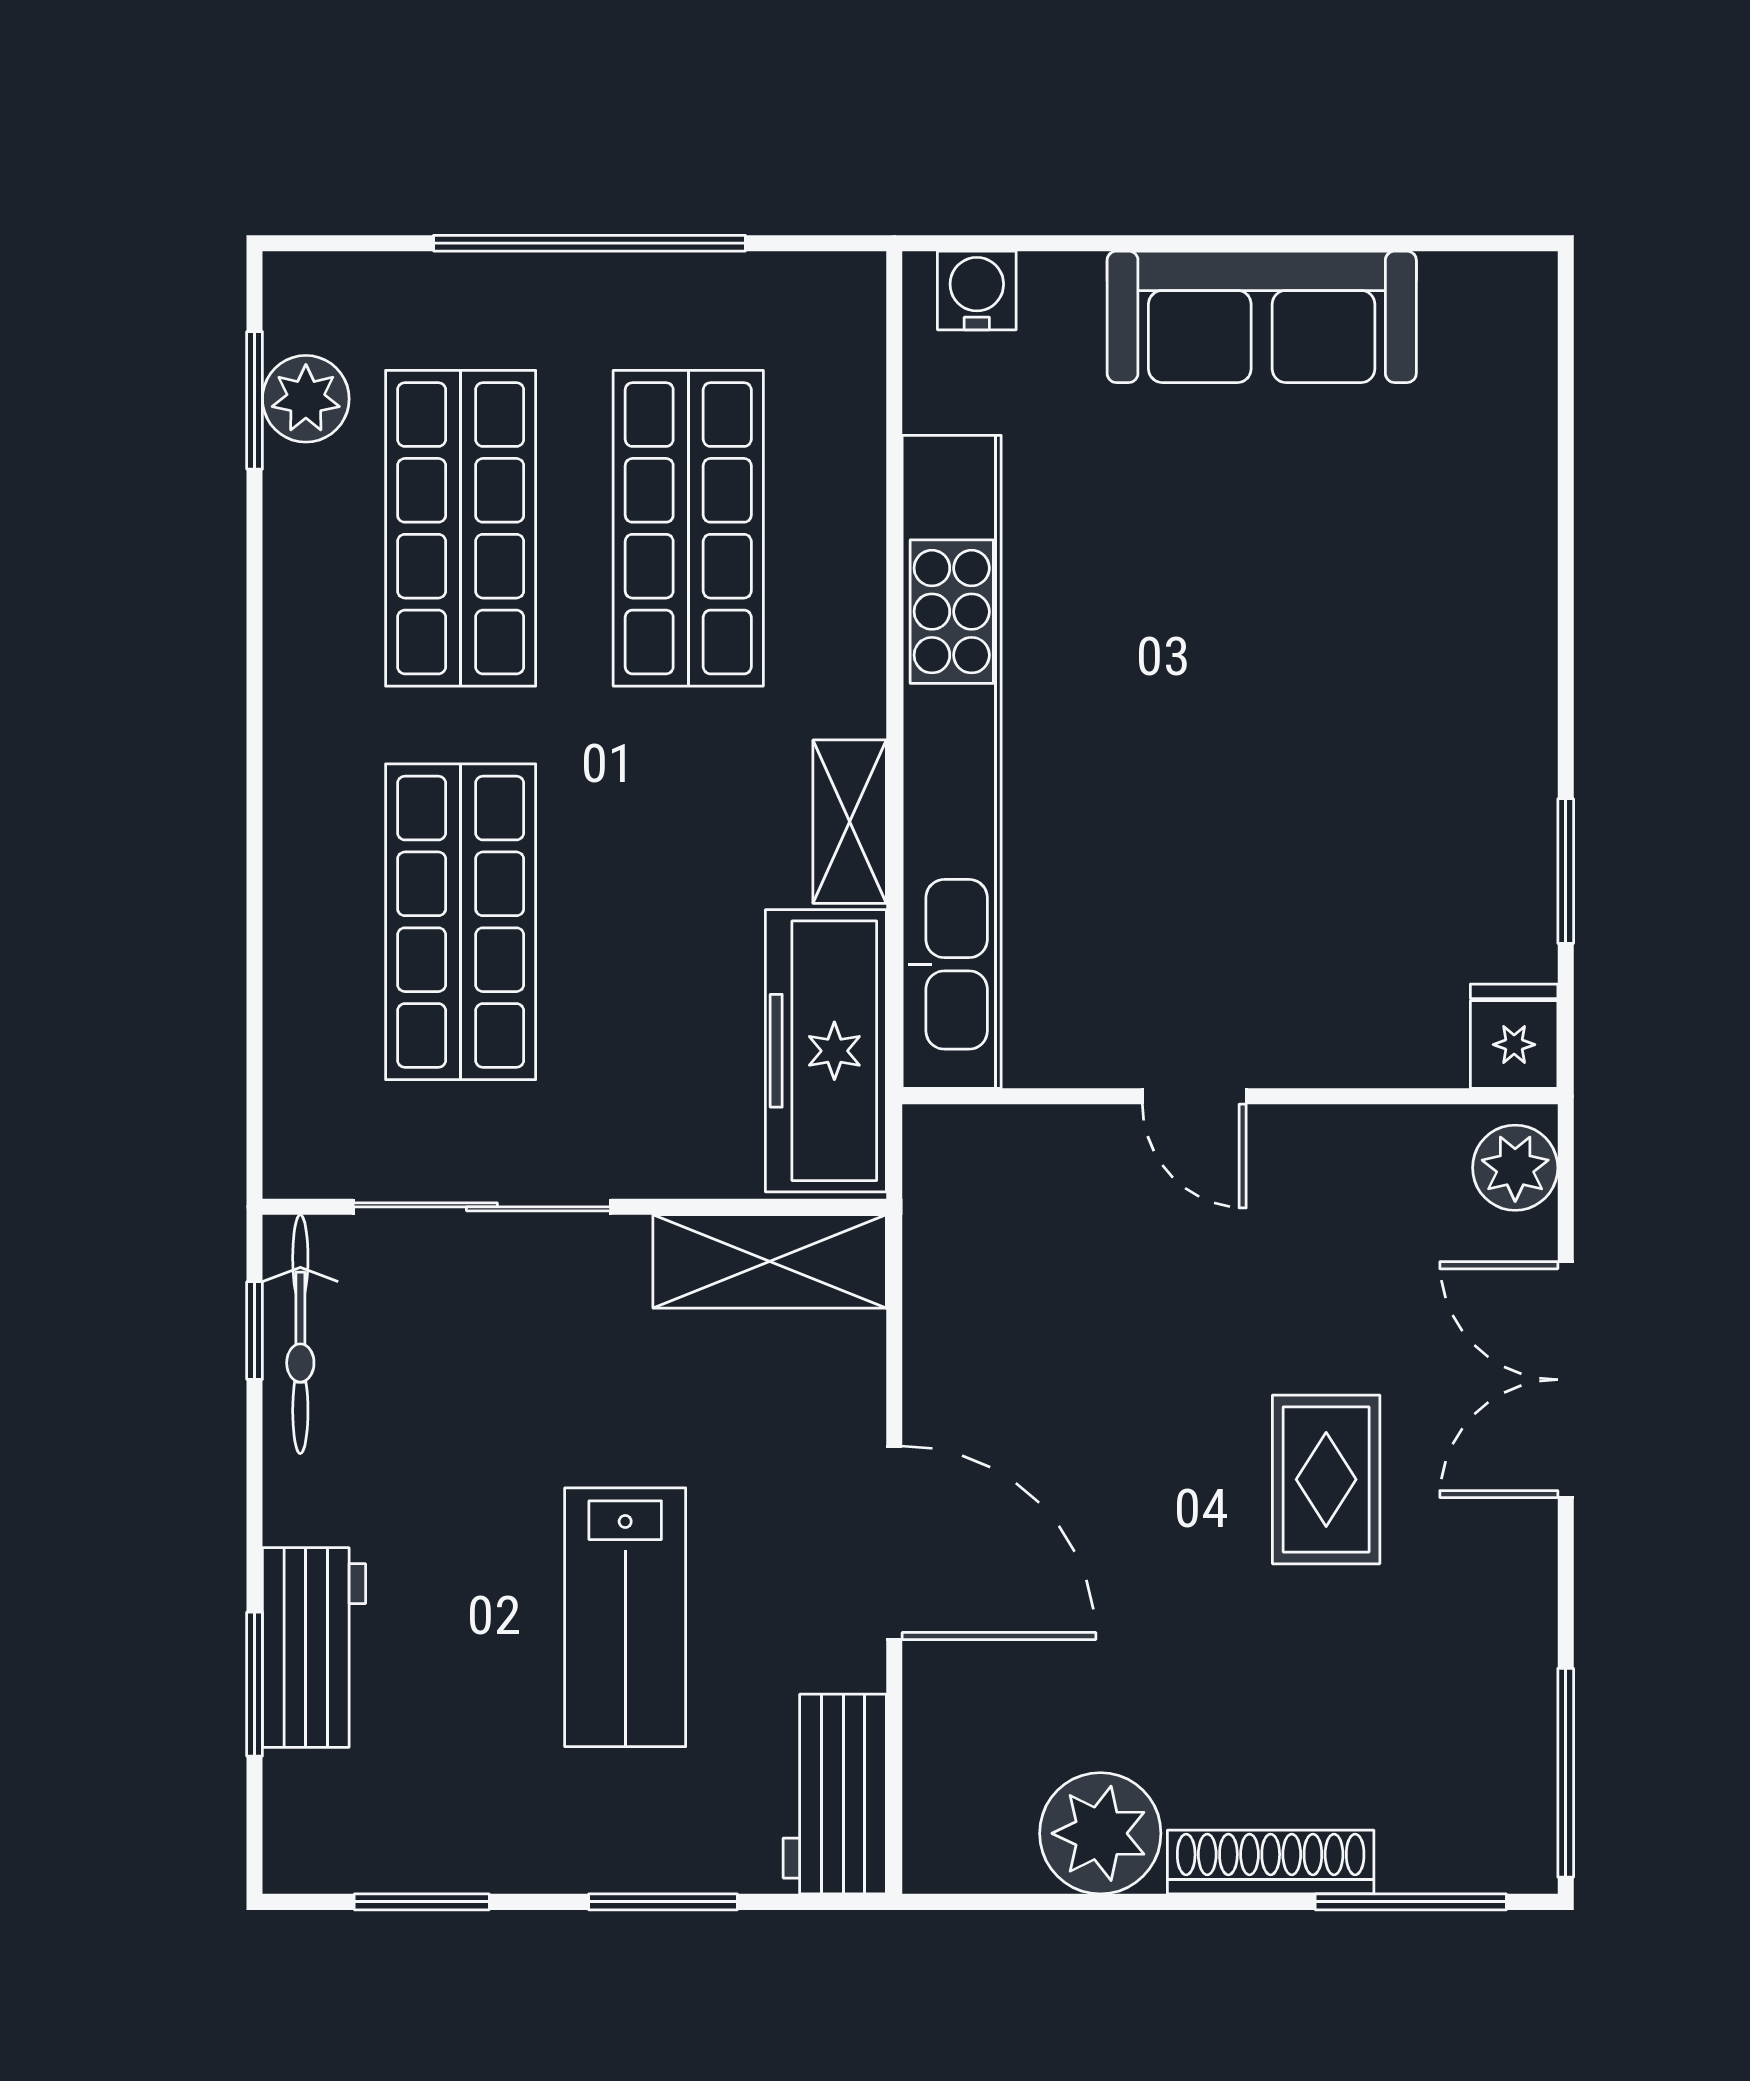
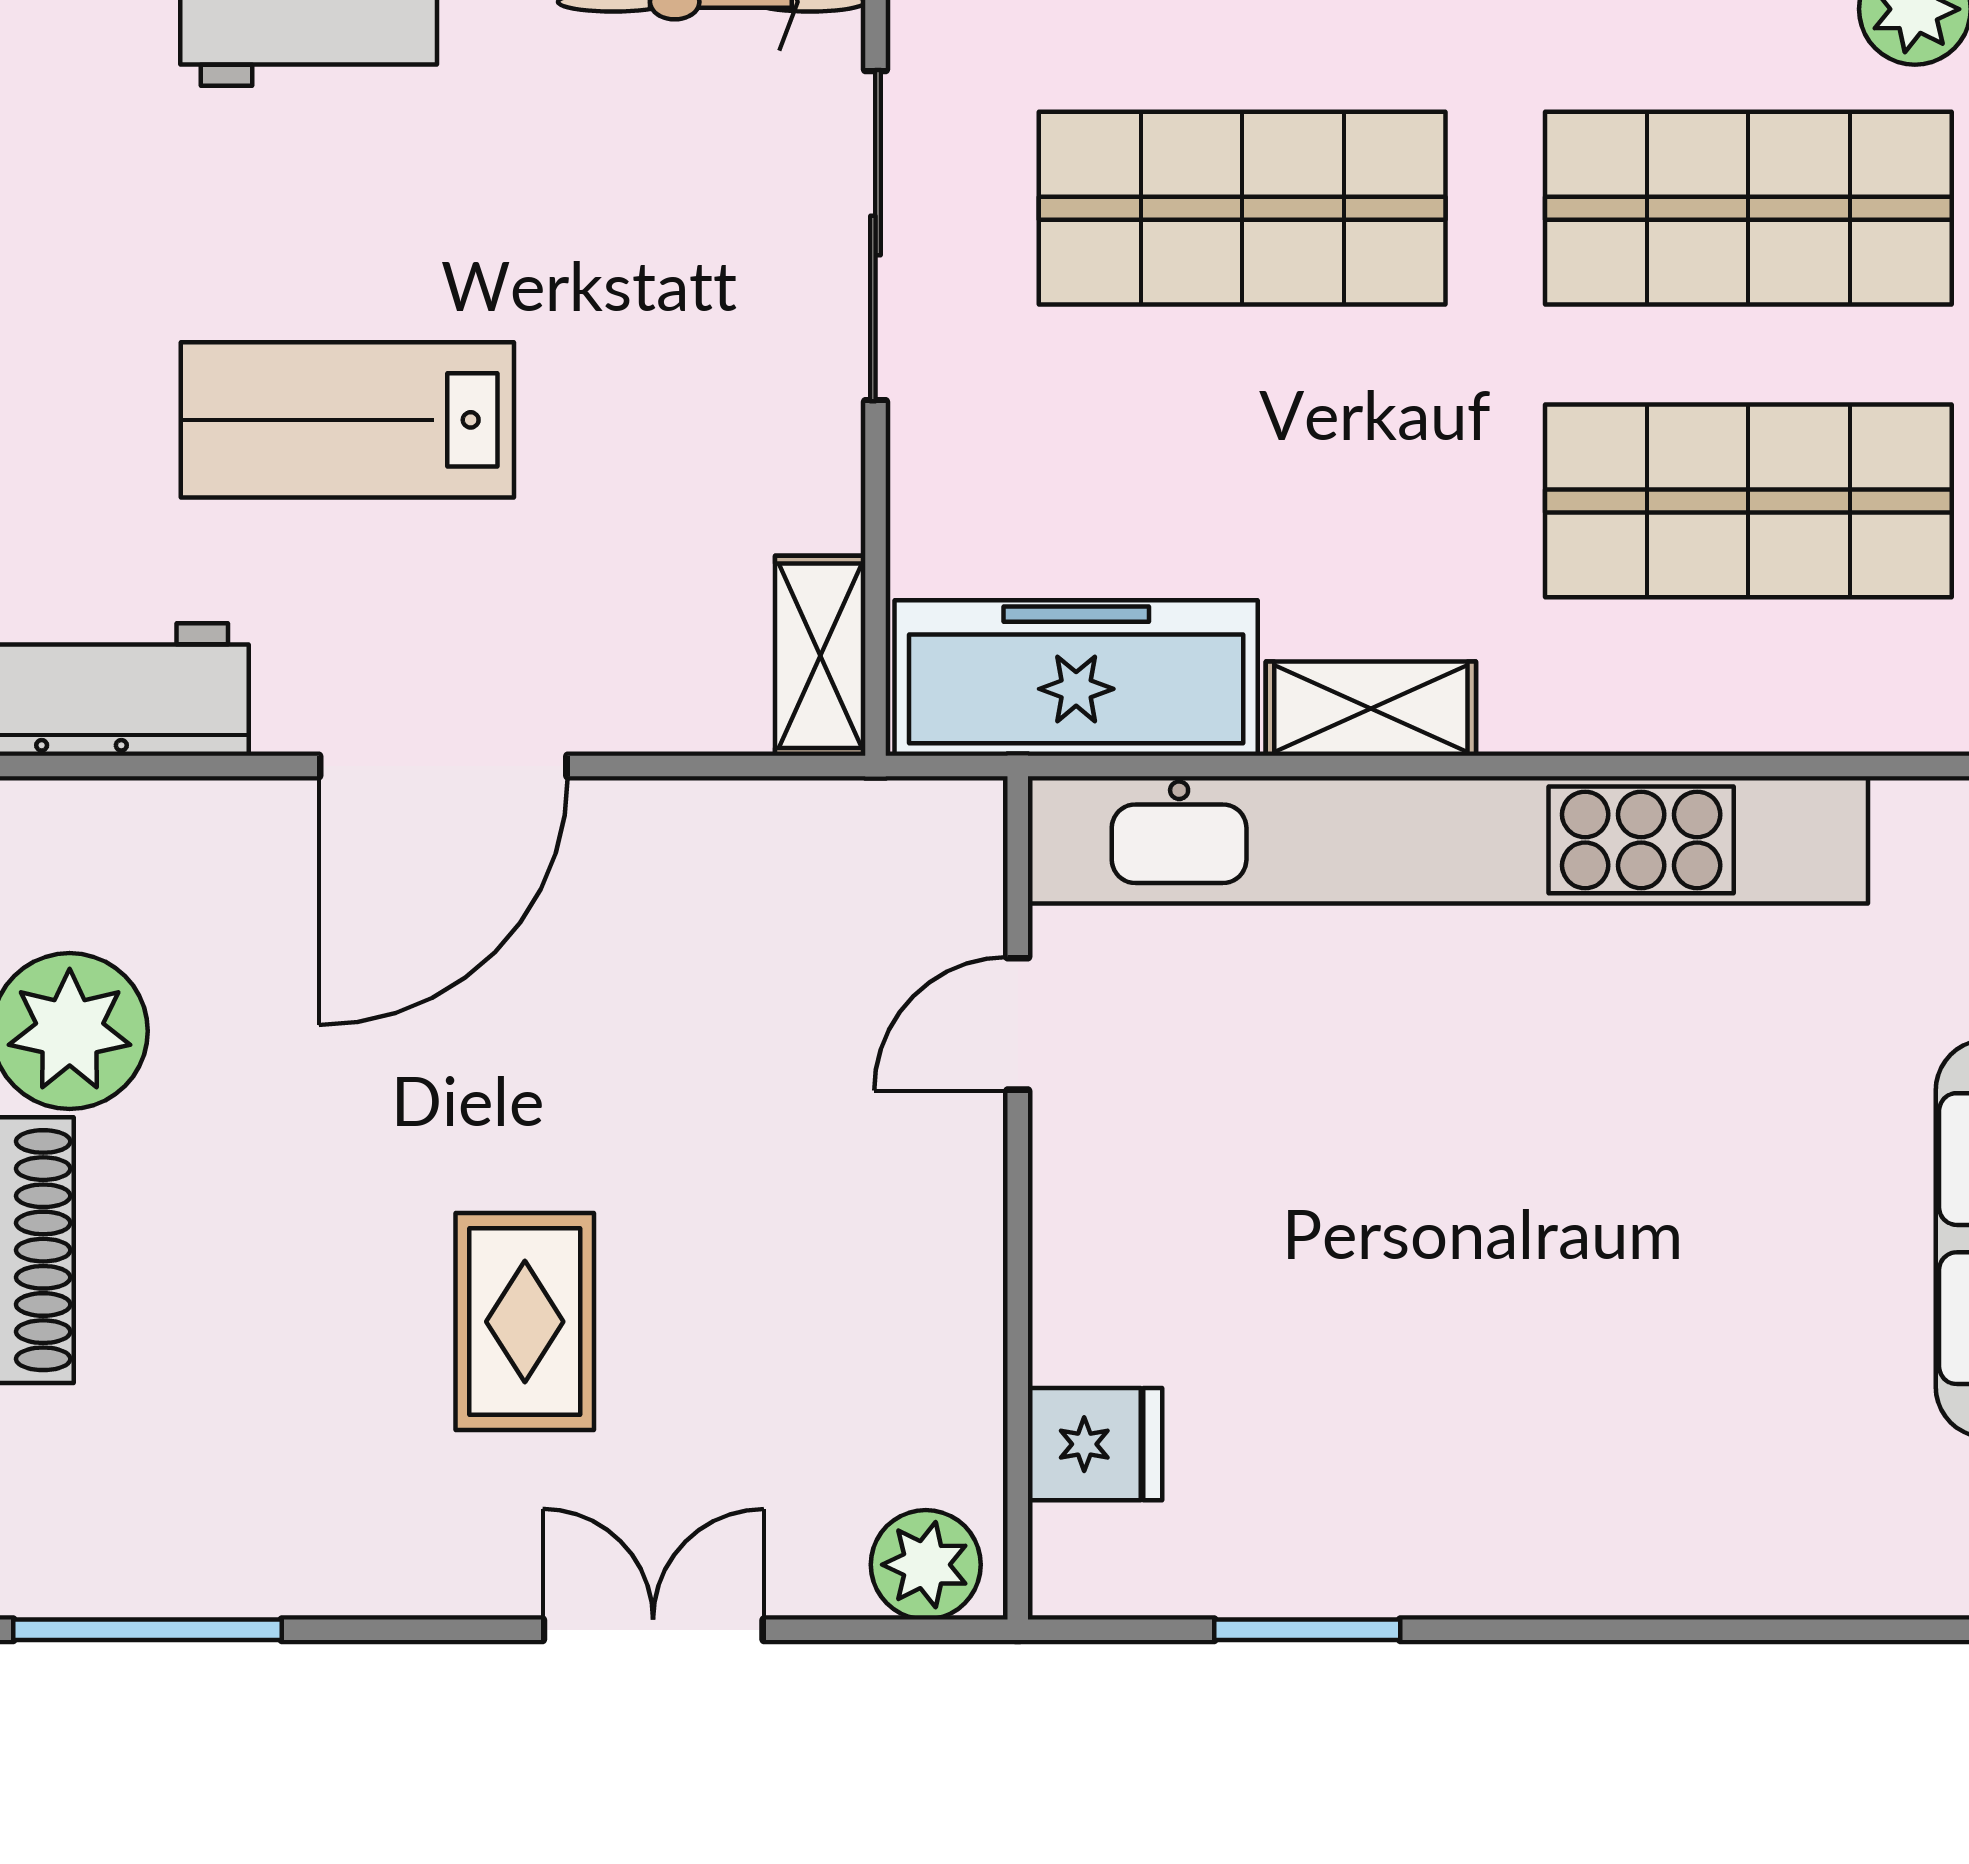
fridge: (1514, 1036) -> (1095, 1444), moved
door: (1194, 1096) -> (1018, 1024), moved
shelving: (770, 1261) -> (820, 656), width x0.67, depth x0.75
double door: (1566, 1380) -> (653, 1630), width x0.73
rug: (1326, 1479) -> (525, 1322), turned 90

